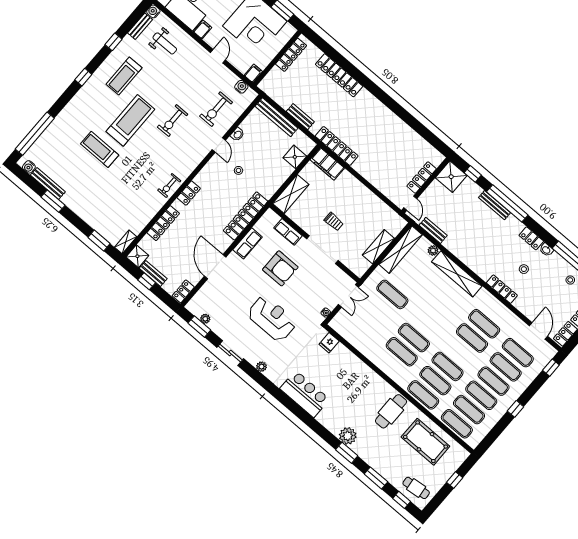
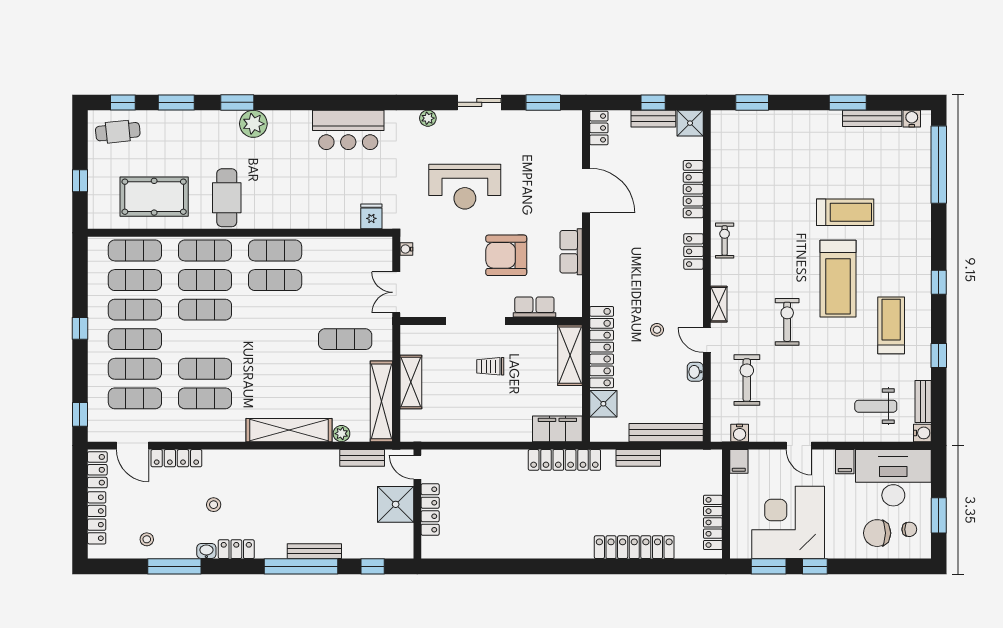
shower: (451, 177) -> (396, 504), moved
locker: (246, 216) -> (602, 347), moved
shelving: (126, 242) -> (719, 304), moved
locker: (502, 289) -> (176, 458), moved
plant: (205, 319) -> (544, 118), removed
exercise mat: (414, 338) -> (275, 250), moved

